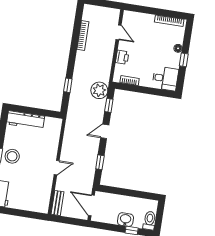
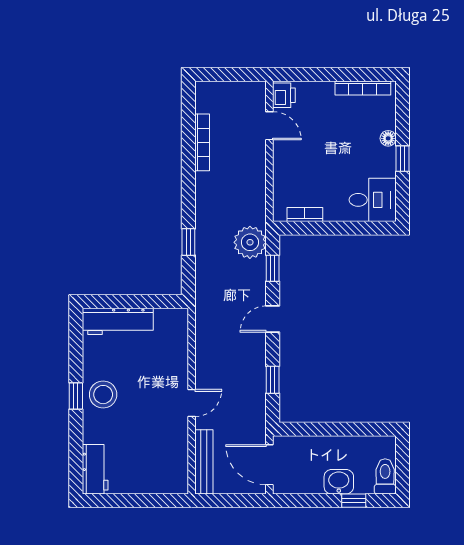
printer: (122, 57) -> (284, 95), moved
bench: (58, 203) -> (204, 462), width x1.36

